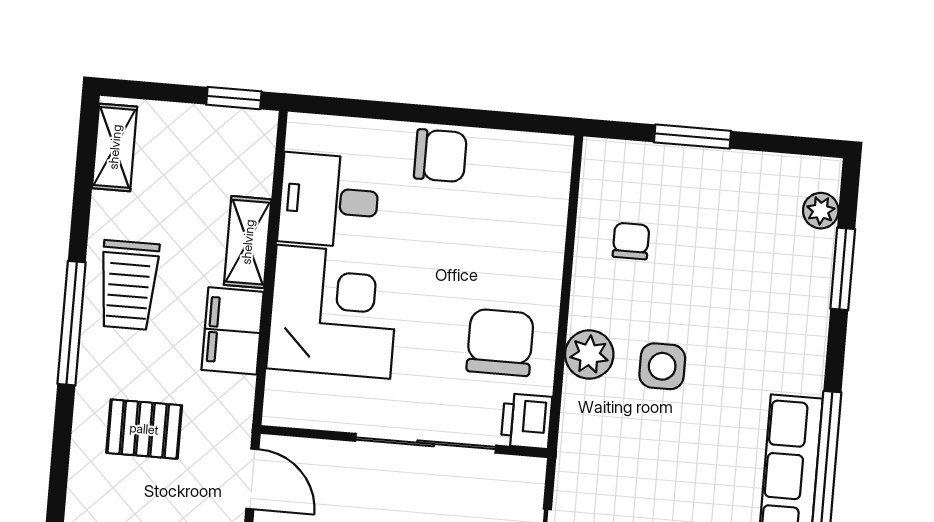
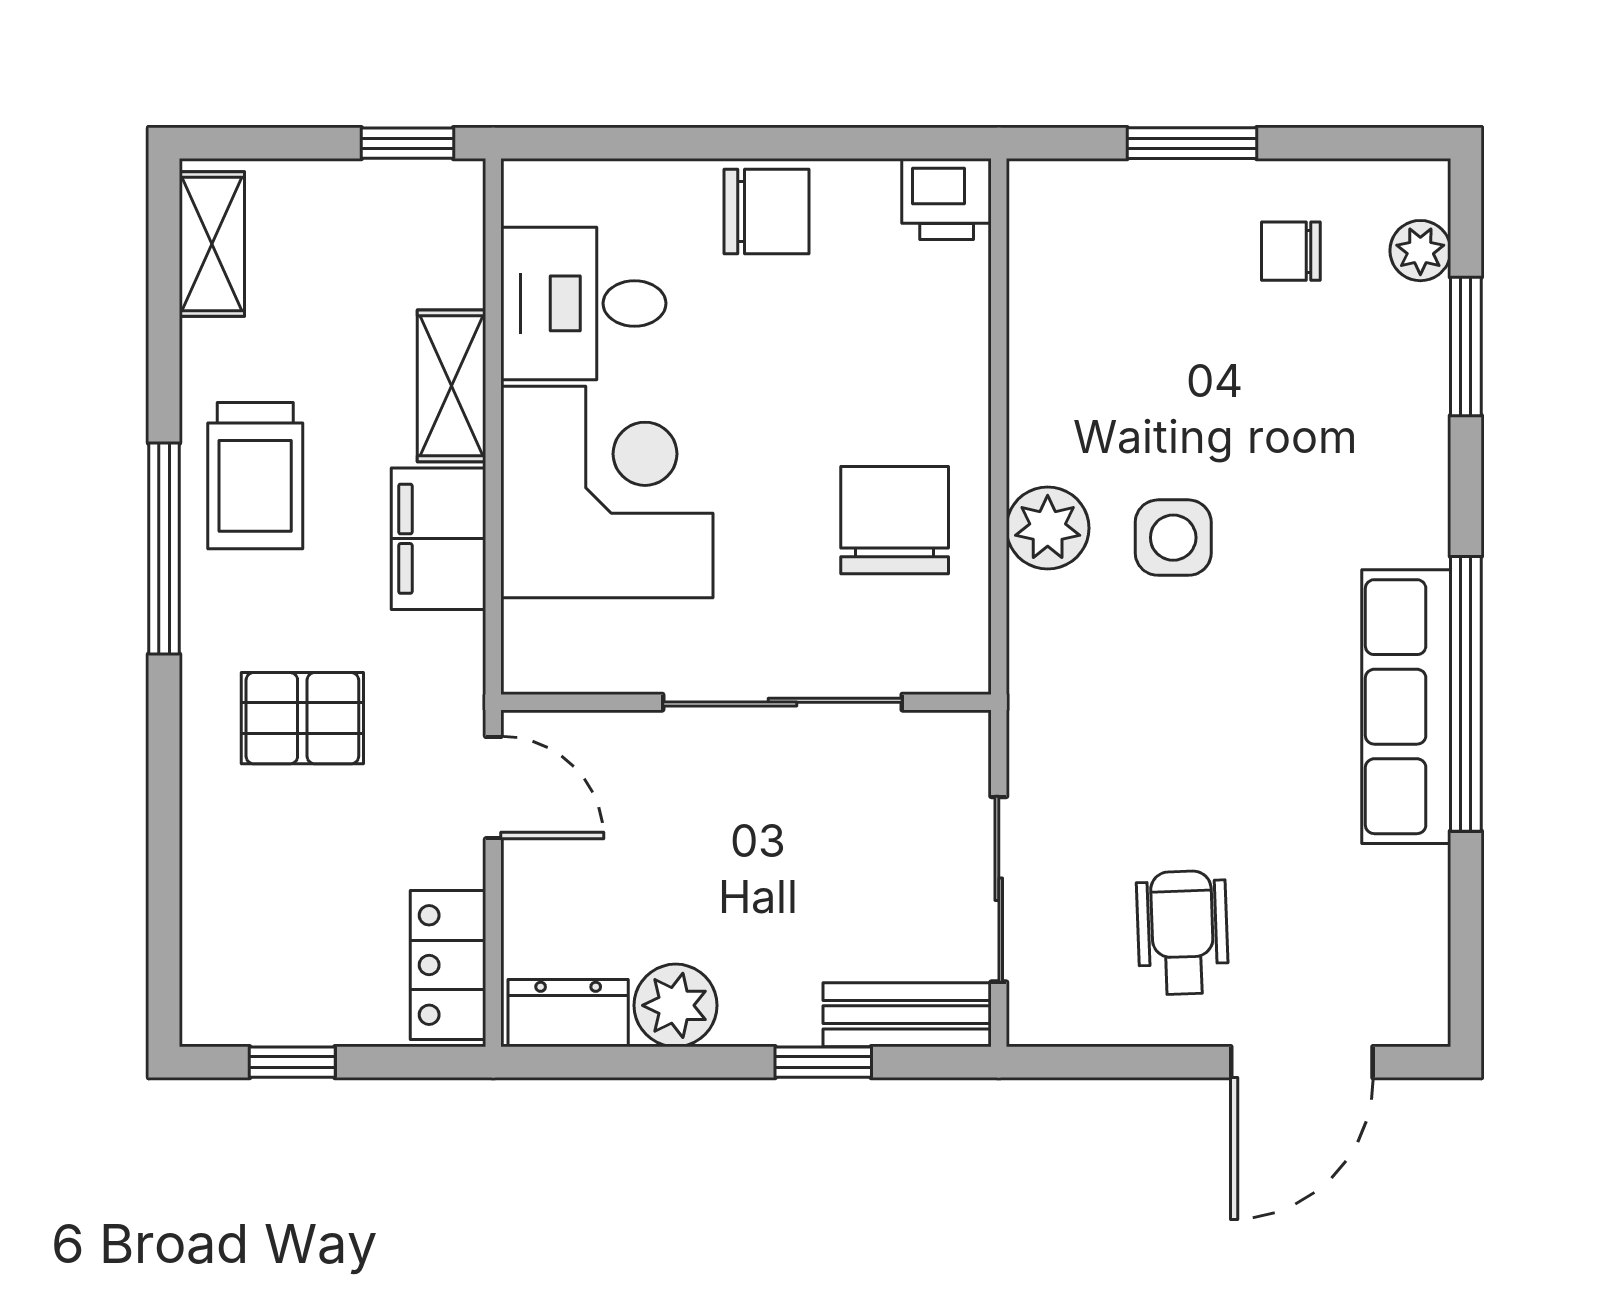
chair: (631, 241) -> (1291, 251), moved, turned -90
printer: (526, 421) -> (947, 199), moved, turned -90

